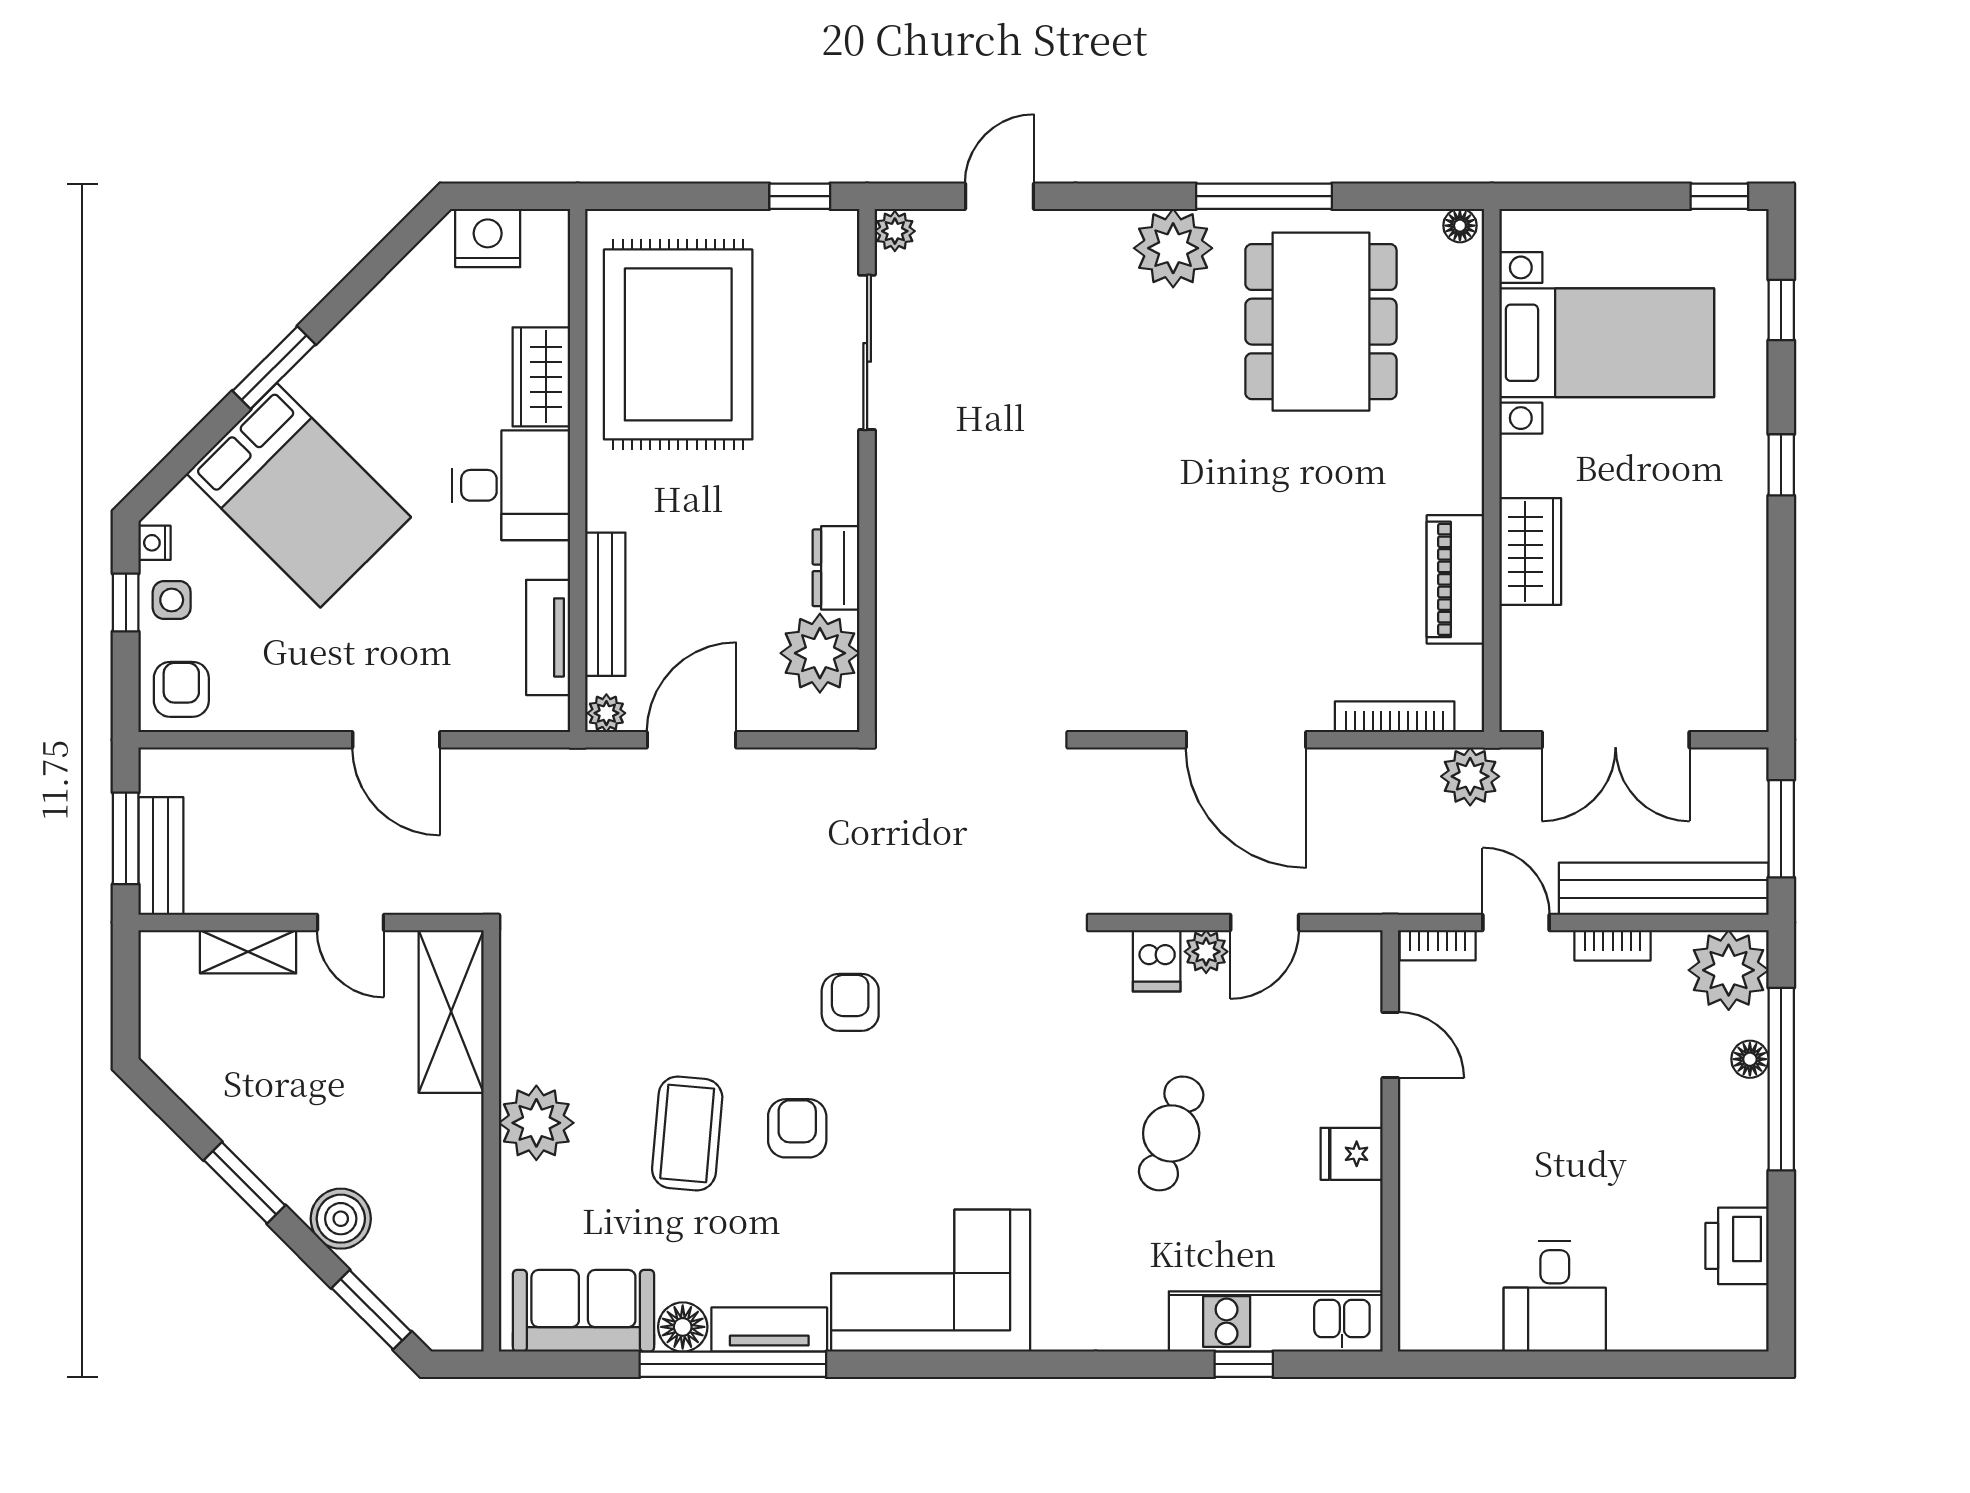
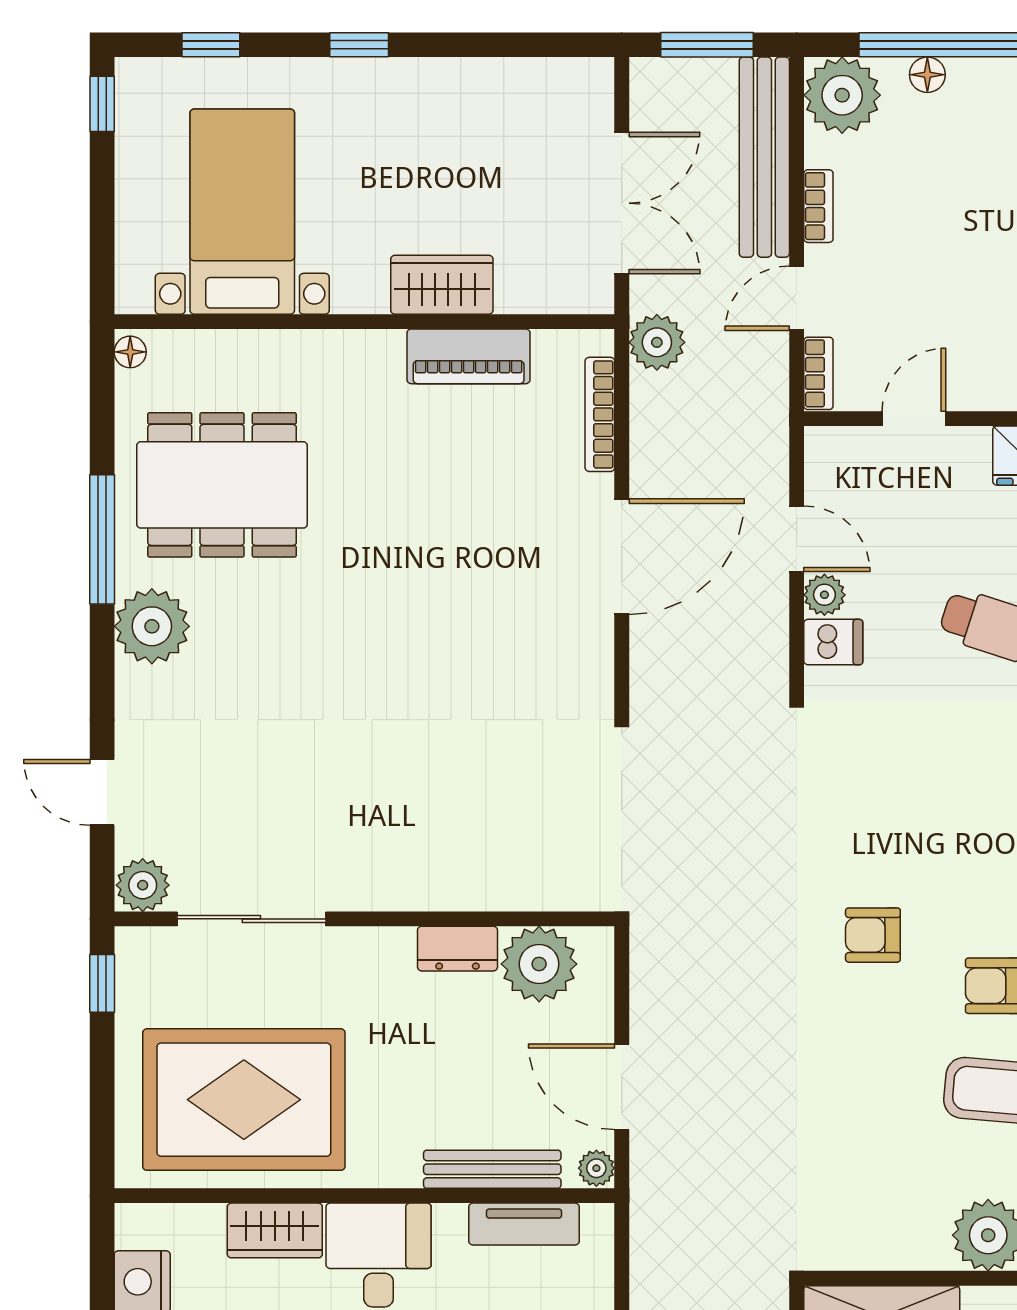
plant: (895, 231) -> (143, 885), width x1.38, depth x1.38

